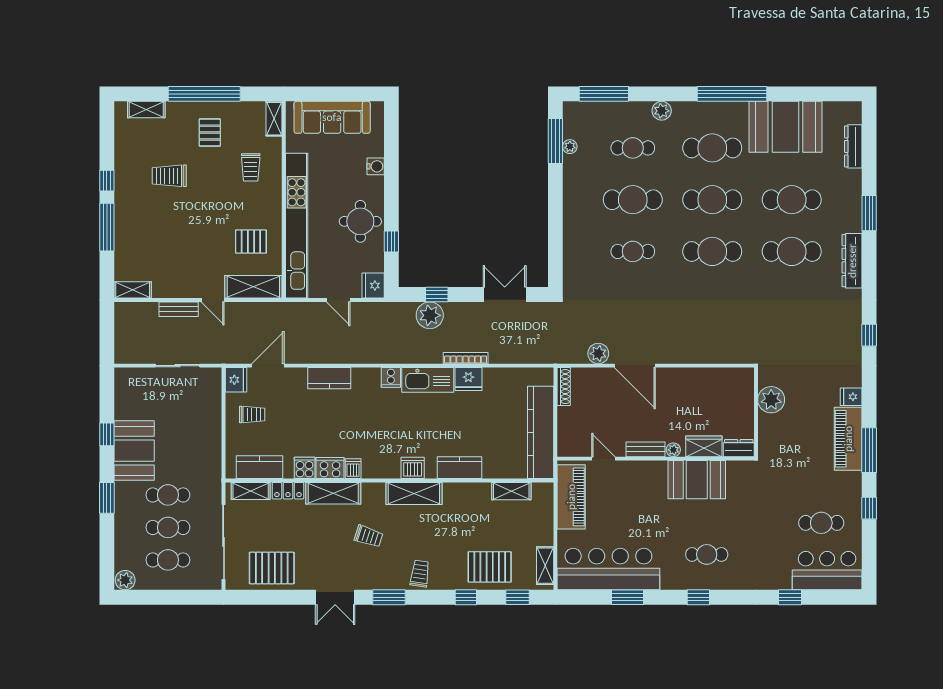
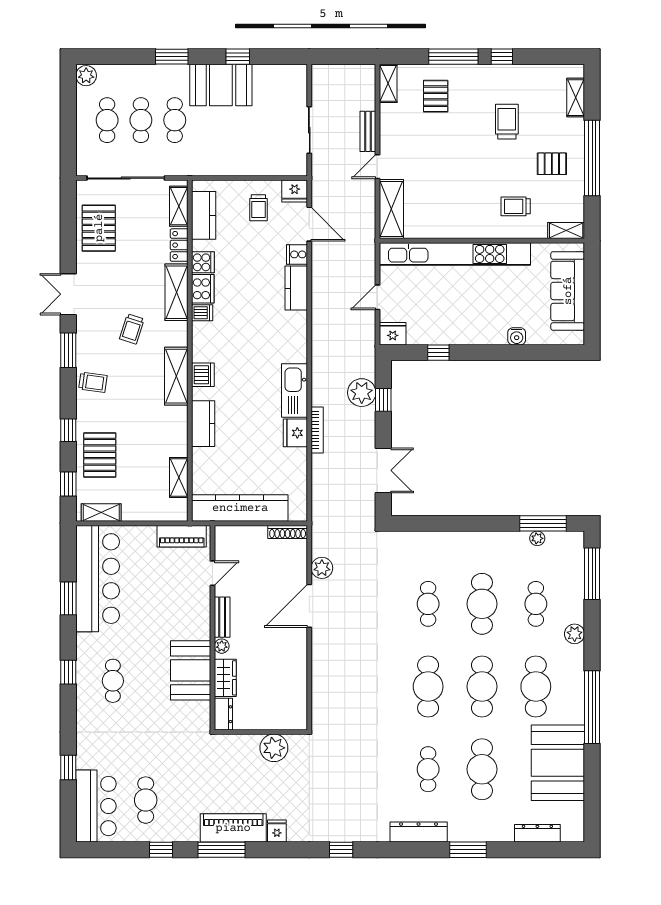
round table: (360, 221) -> (459, 320), removed
pallet: (251, 242) -> (436, 96), moved
cafe table: (792, 251) -> (428, 769), width x0.73, depth x0.74
cooker: (391, 377) -> (297, 254), moved
piano: (571, 497) -> (182, 536), width x0.73, depth x0.75

